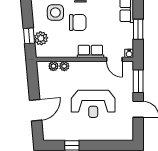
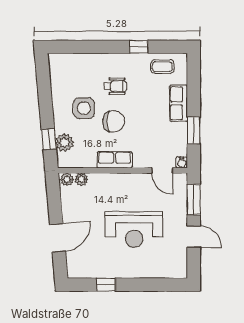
row of seats: (90, 51) -> (115, 160), moved
plant: (64, 66) -> (67, 179), moved

